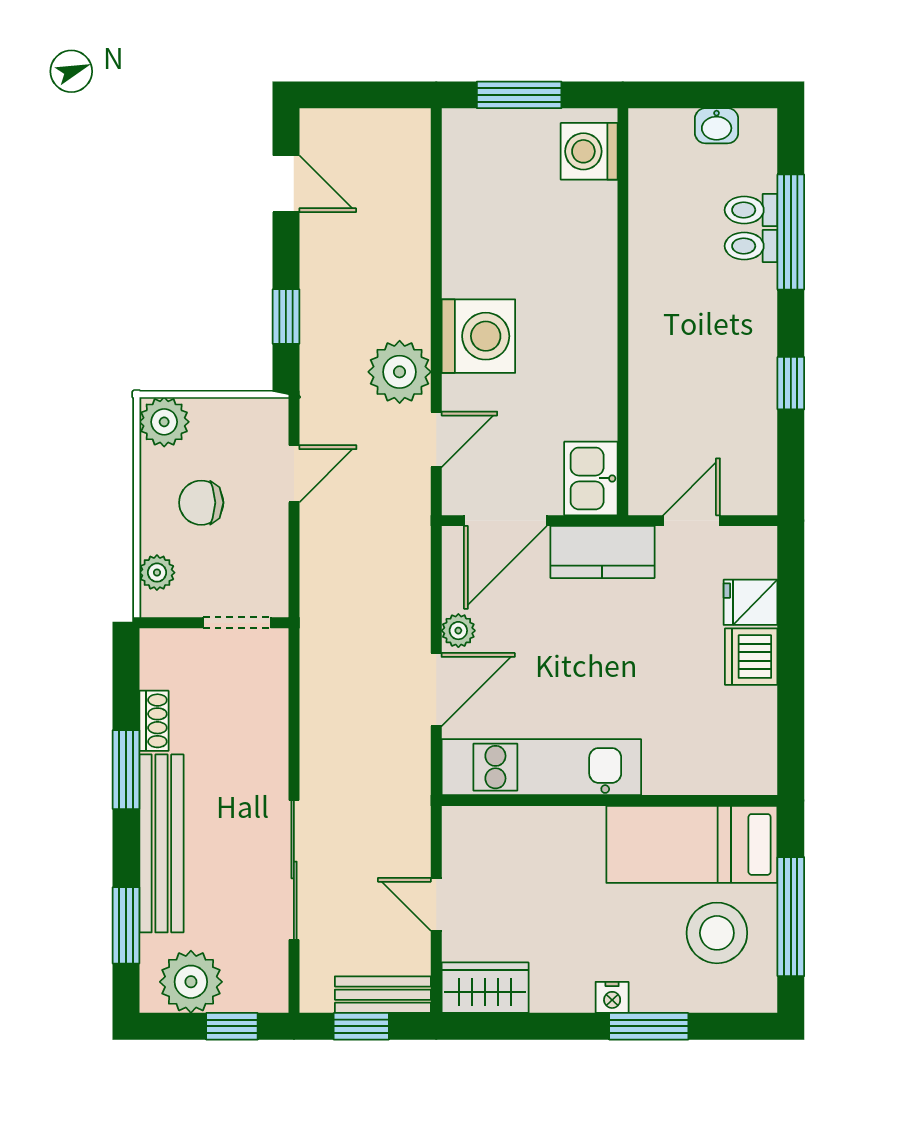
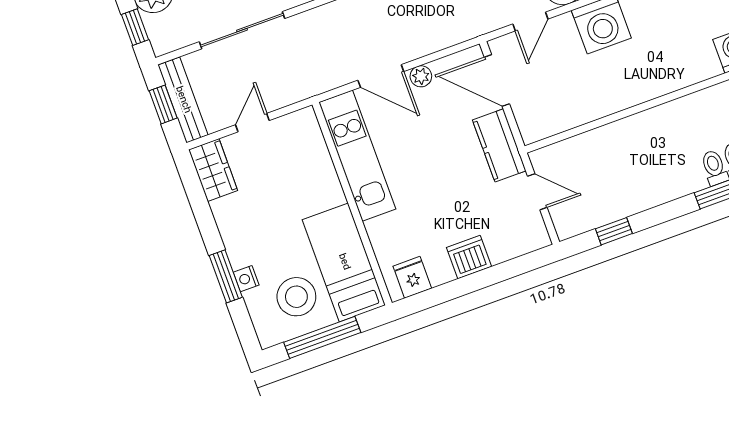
window: (791, 383) -> (614, 231), moved
door: (436, 439) -> (530, 21), hinge flipped
kitchen sink: (591, 478) -> (541, 122), removed
fridge: (751, 602) -> (412, 277), moved
bench: (383, 995) -> (183, 100), width x1.36
nightstand: (612, 997) -> (246, 279), moved

